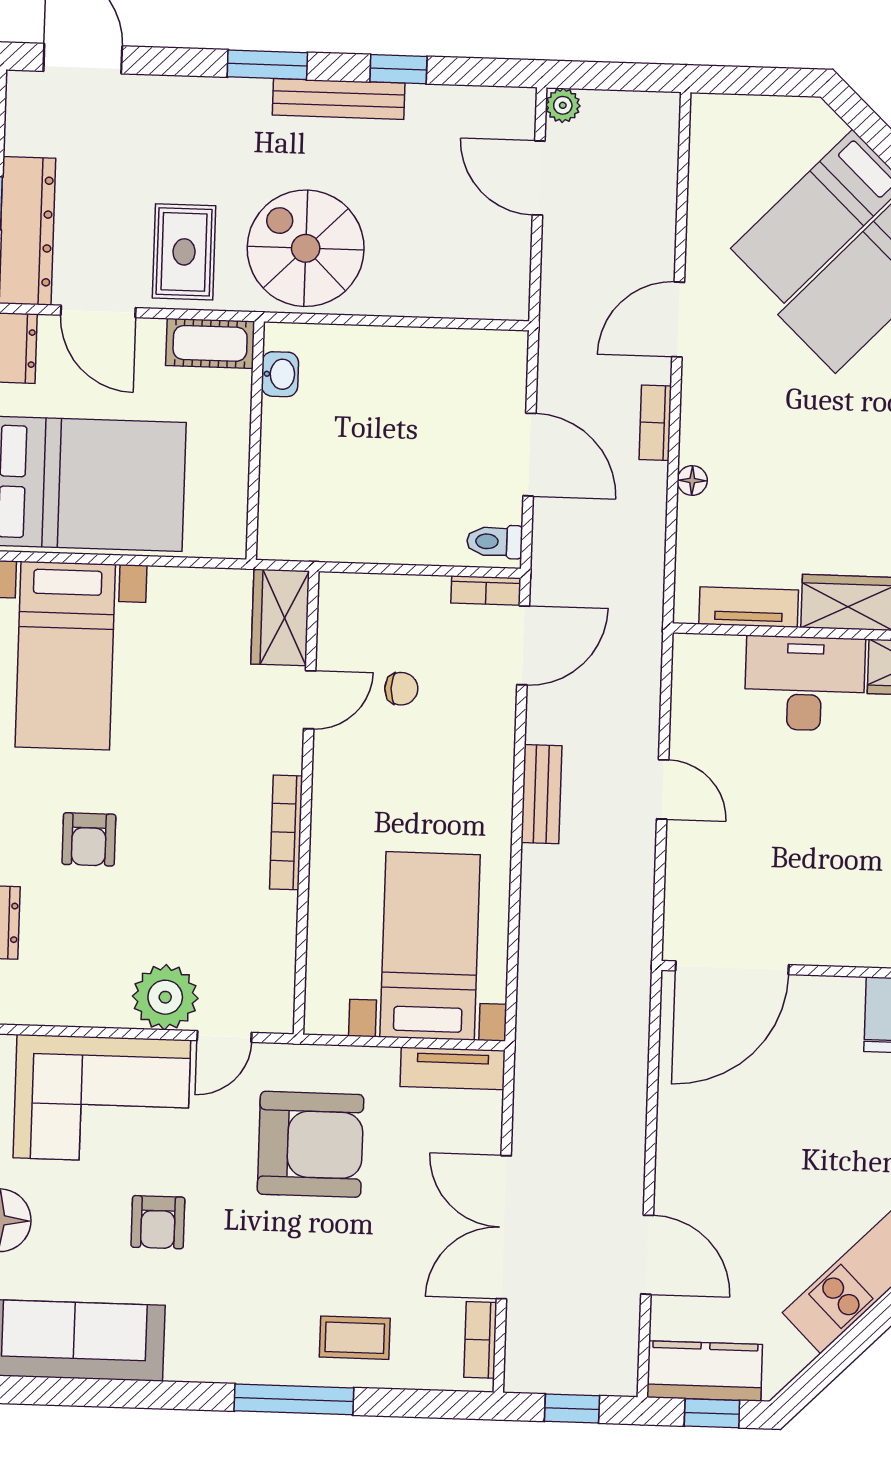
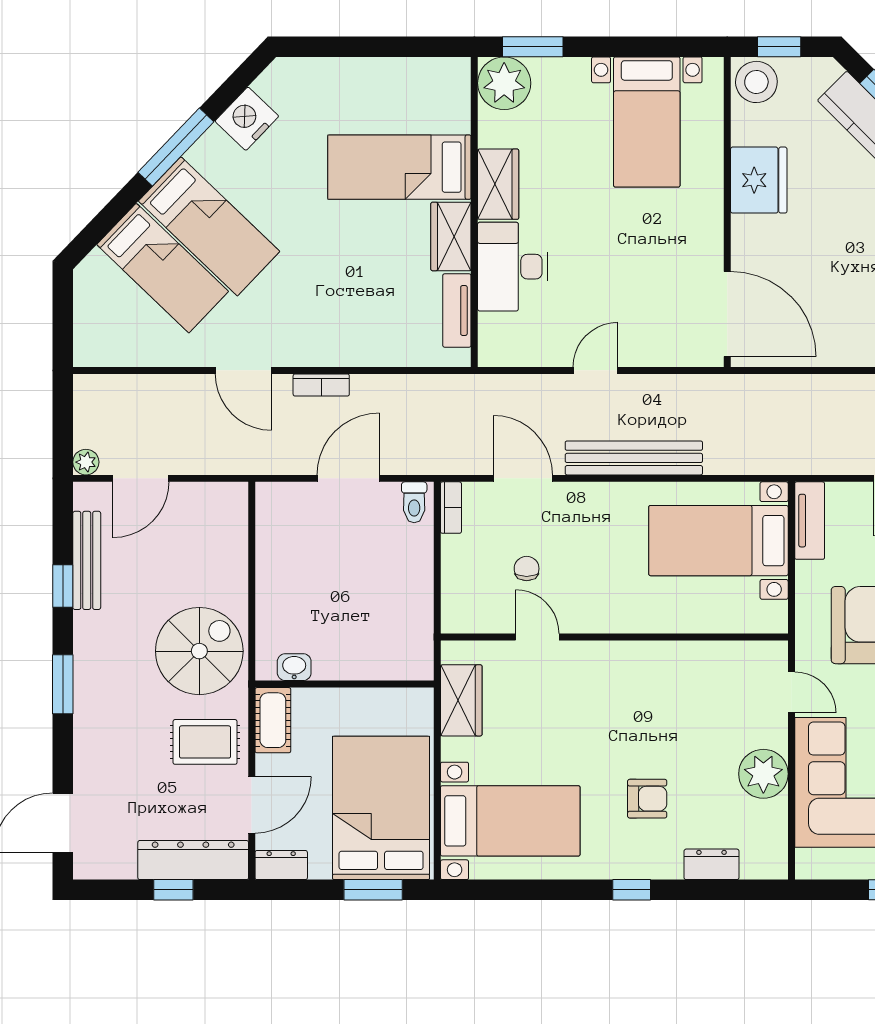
bench: (339, 99) -> (87, 560), moved
spiral stairs: (306, 248) -> (199, 651), turned 180
floor lamp: (692, 480) -> (364, 356), removed
wardrobe: (280, 617) -> (461, 700), moved, turned -90
door: (523, 645) -> (523, 478), moved
bench: (541, 794) -> (634, 458), width x1.86, depth x1.21
bookcase: (286, 832) -> (637, 651), removed
plant: (165, 997) -> (763, 774), moved

